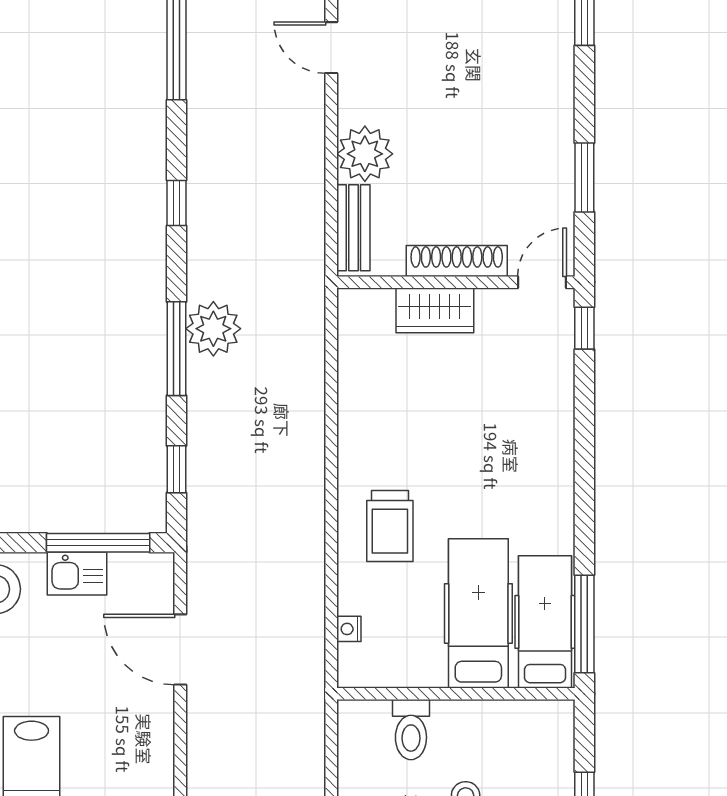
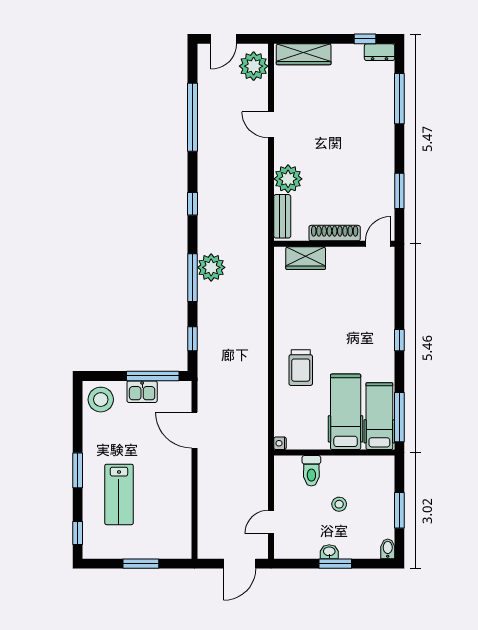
wardrobe: (435, 310) -> (306, 258), moved
window: (584, 328) -> (399, 340), moved
nightstand: (349, 629) -> (280, 443), moved

